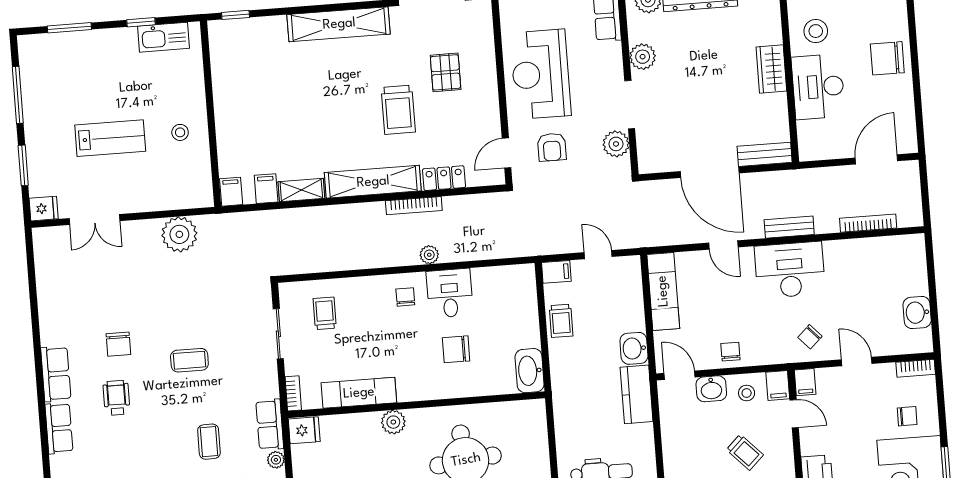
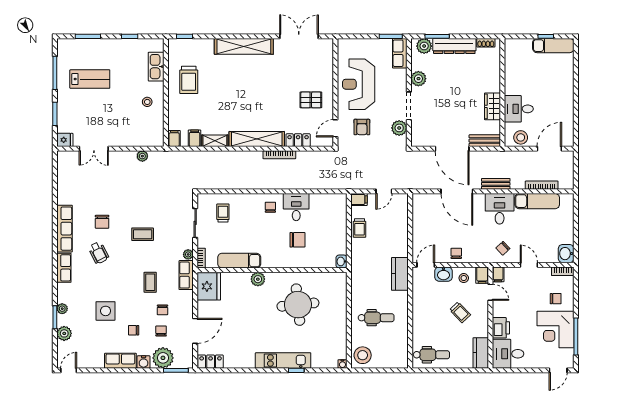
stool: (816, 31) -> (521, 137), moved
kitchen sink: (164, 37) -> (156, 67), moved, turned 90
chair: (887, 58) -> (560, 91), removed
wardrobe: (771, 69) -> (493, 106), moved
pallet: (446, 72) -> (311, 100), moved, turned 90
desk: (818, 87) -> (519, 109), width x0.73
trolley: (398, 110) -> (189, 80), moved
lab bench: (110, 138) -> (90, 79), moved
plant: (179, 234) -> (142, 156), width x0.53, depth x0.53
door: (723, 245) -> (457, 191), width x1.88
plant: (429, 255) -> (286, 184), removed
door: (598, 255) -> (384, 191), swing flipped
desk: (790, 270) -> (500, 209), width x0.73
exam couch: (663, 291) -> (537, 201), moved, turned 90
washbasin: (917, 313) -> (566, 254), moved
washbasin: (634, 348) -> (400, 247), removed
chair: (456, 349) -> (297, 240), turned 180
washbasin: (530, 371) -> (341, 261), width x0.52, depth x0.69
row of seats: (56, 374) -> (65, 229), width x1.48
door: (680, 375) -> (426, 265), hinge flipped
wheelchair: (116, 398) -> (99, 253), turned 153
fridge: (304, 430) -> (209, 286), width x1.88, depth x1.34
plant: (276, 460) -> (188, 254), moved

